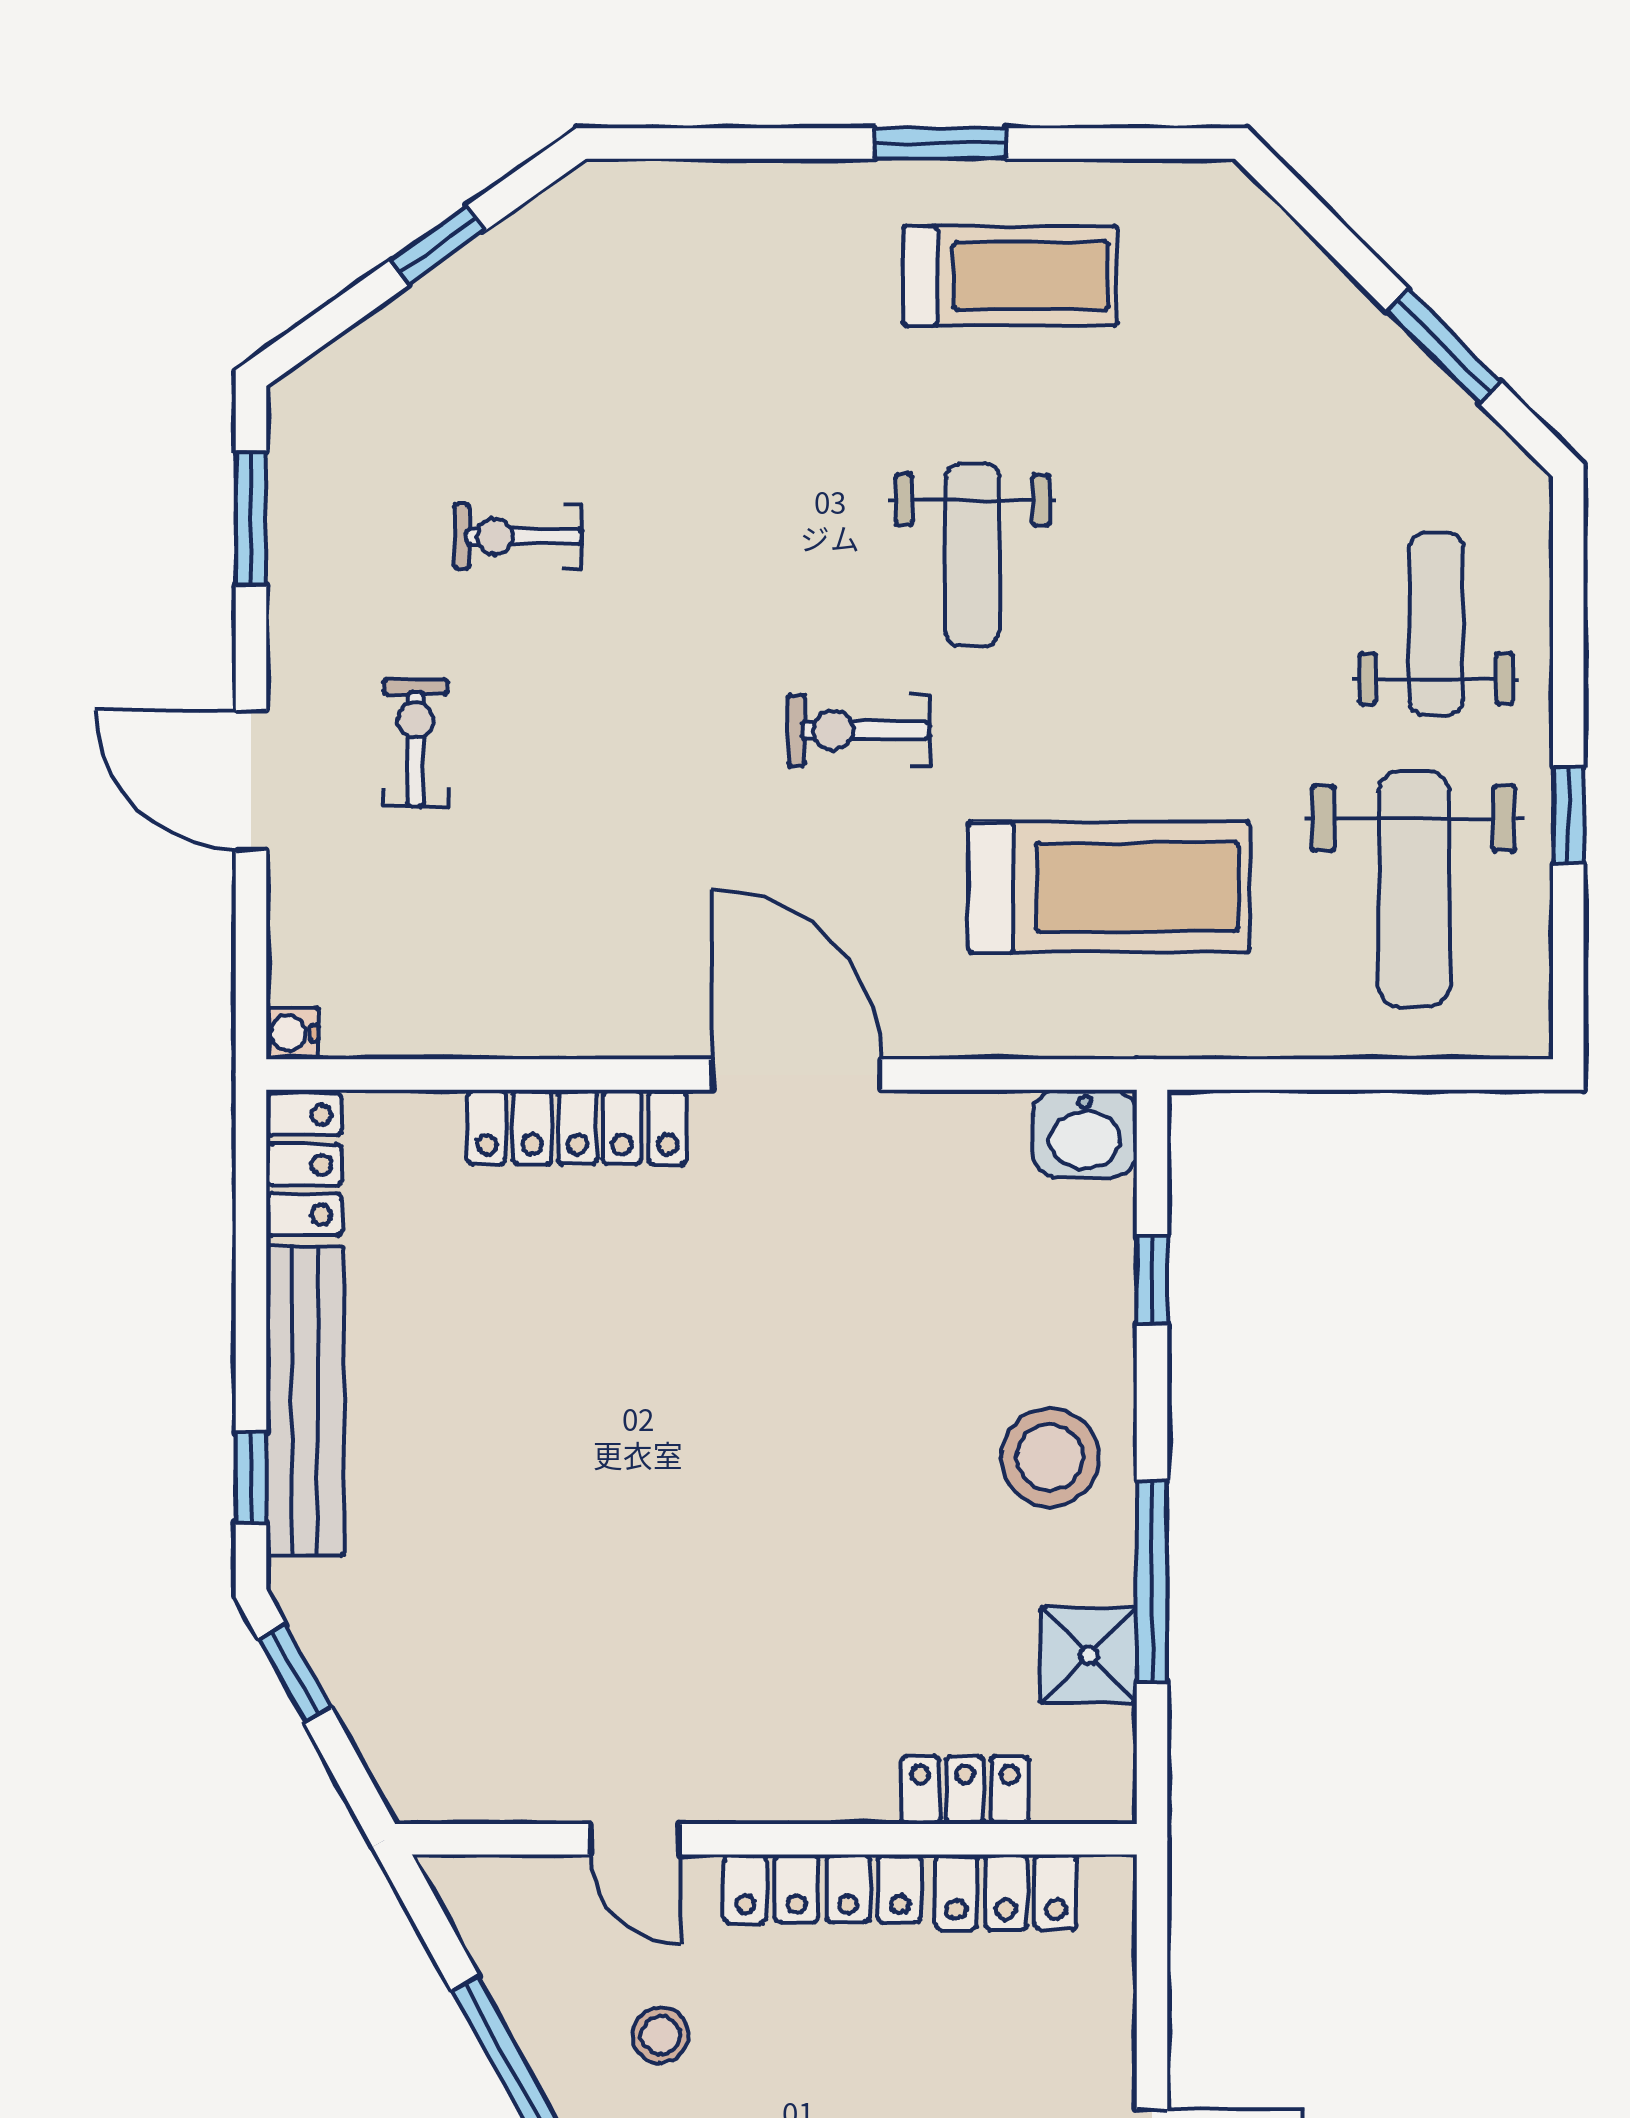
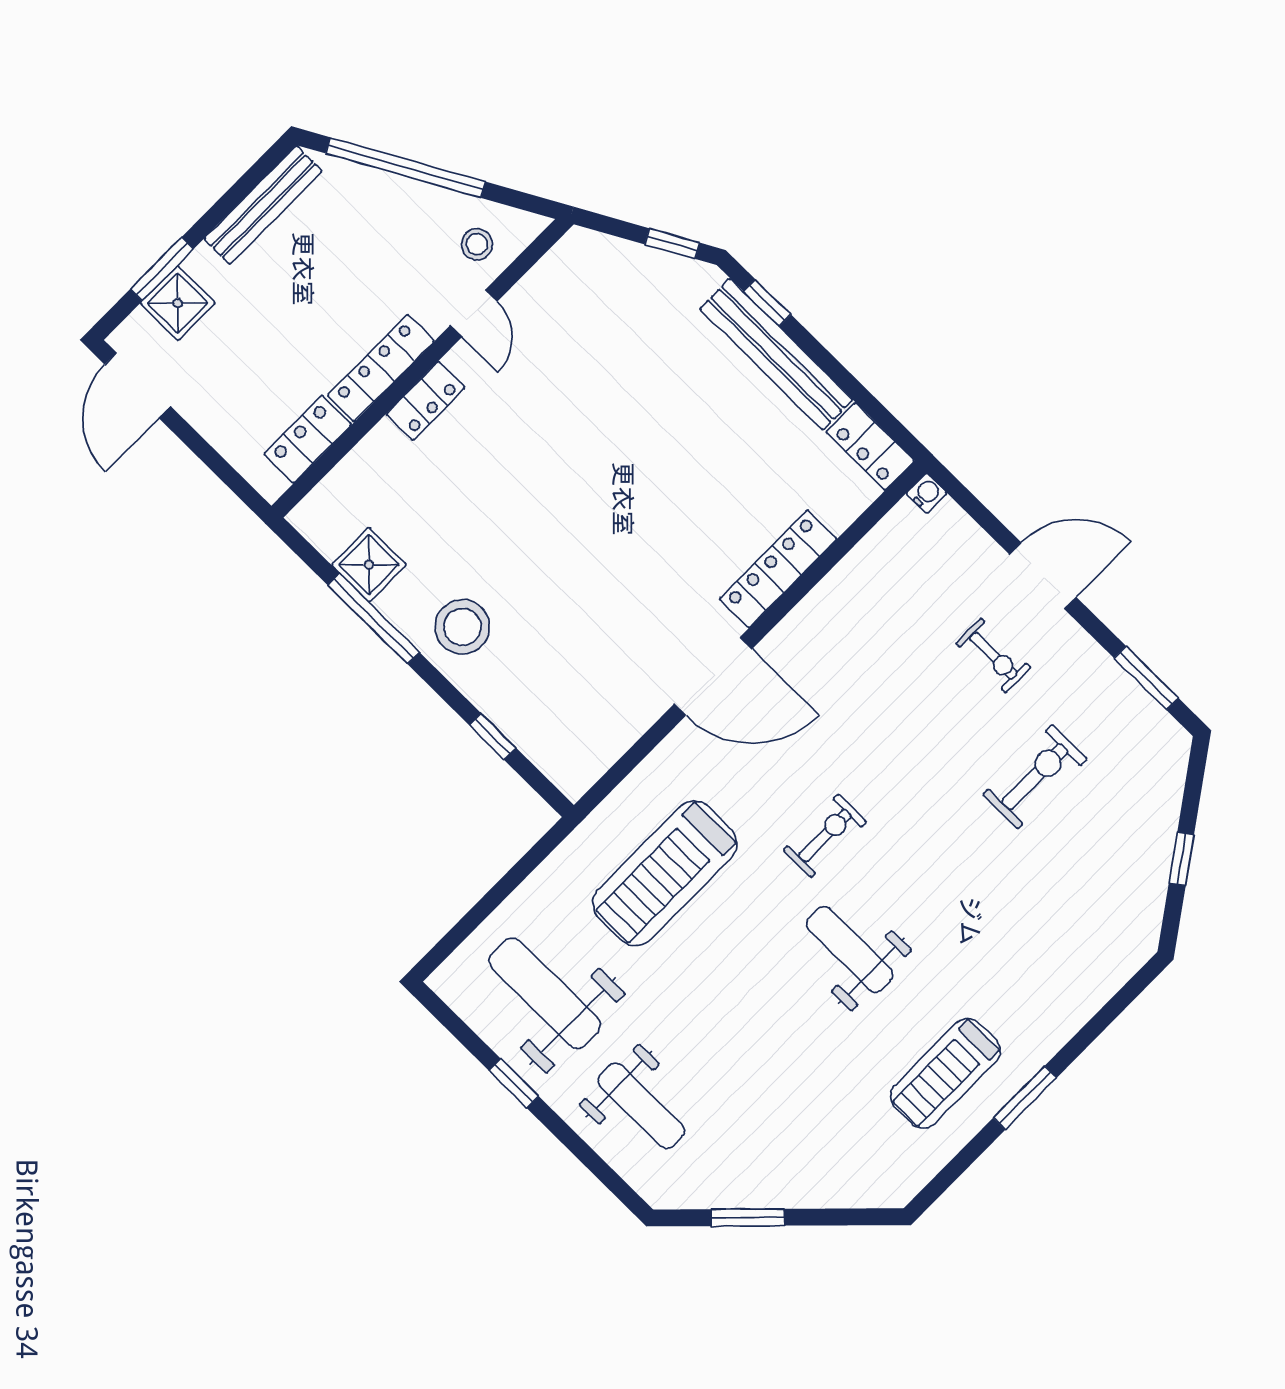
exercise bike: (518, 537) -> (1035, 777), width x1.38, depth x1.39
washbasin: (1085, 1134) -> (577, 767), removed
locker: (965, 1790) -> (425, 401), moved
door: (635, 1839) -> (474, 313), swing flipped
stool: (660, 2035) -> (477, 244), moved

